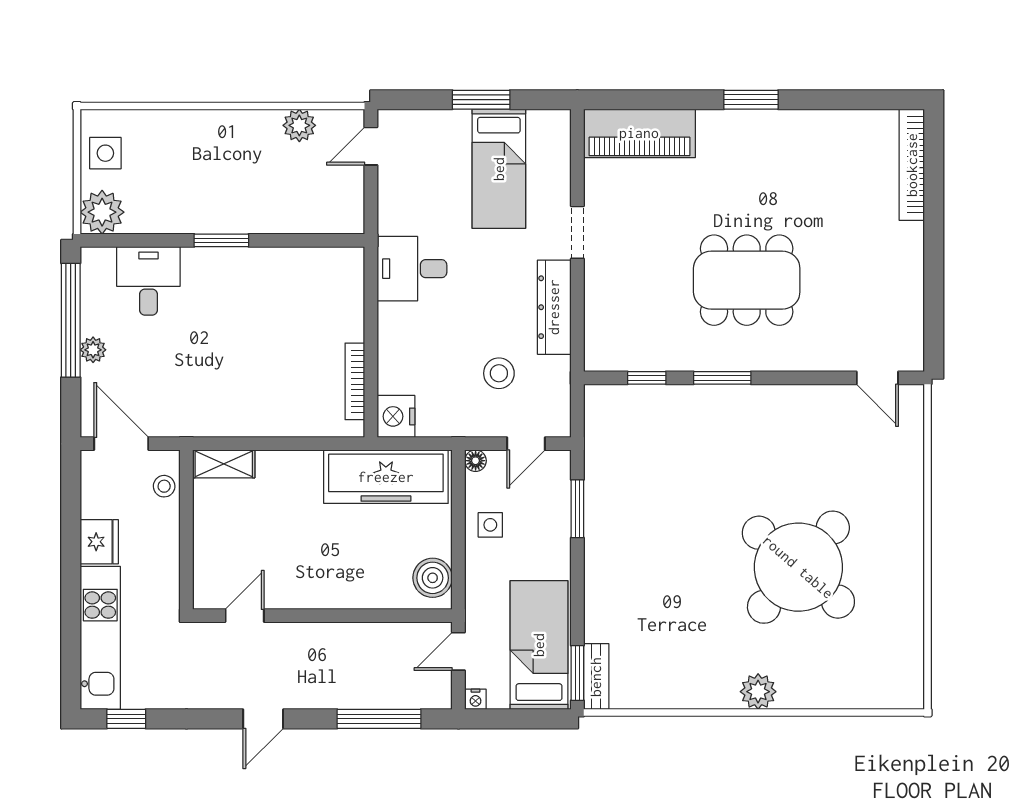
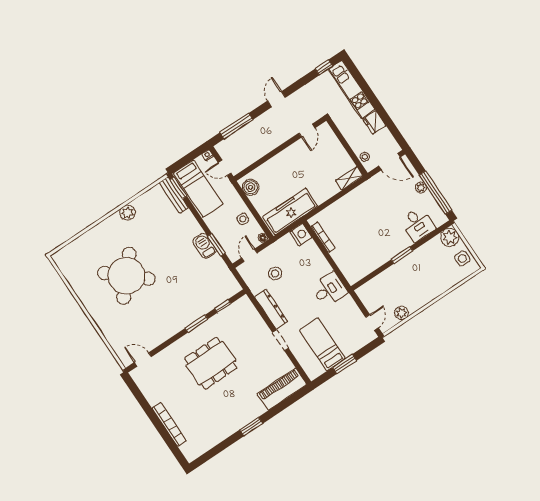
bookcase: (912, 165) -> (169, 424), moved
barbecue: (602, 523) -> (205, 246), added
door: (458, 651) -> (225, 168), swing flipped
bench: (596, 677) -> (174, 195), width x1.36
plant: (758, 692) -> (127, 213), moved

